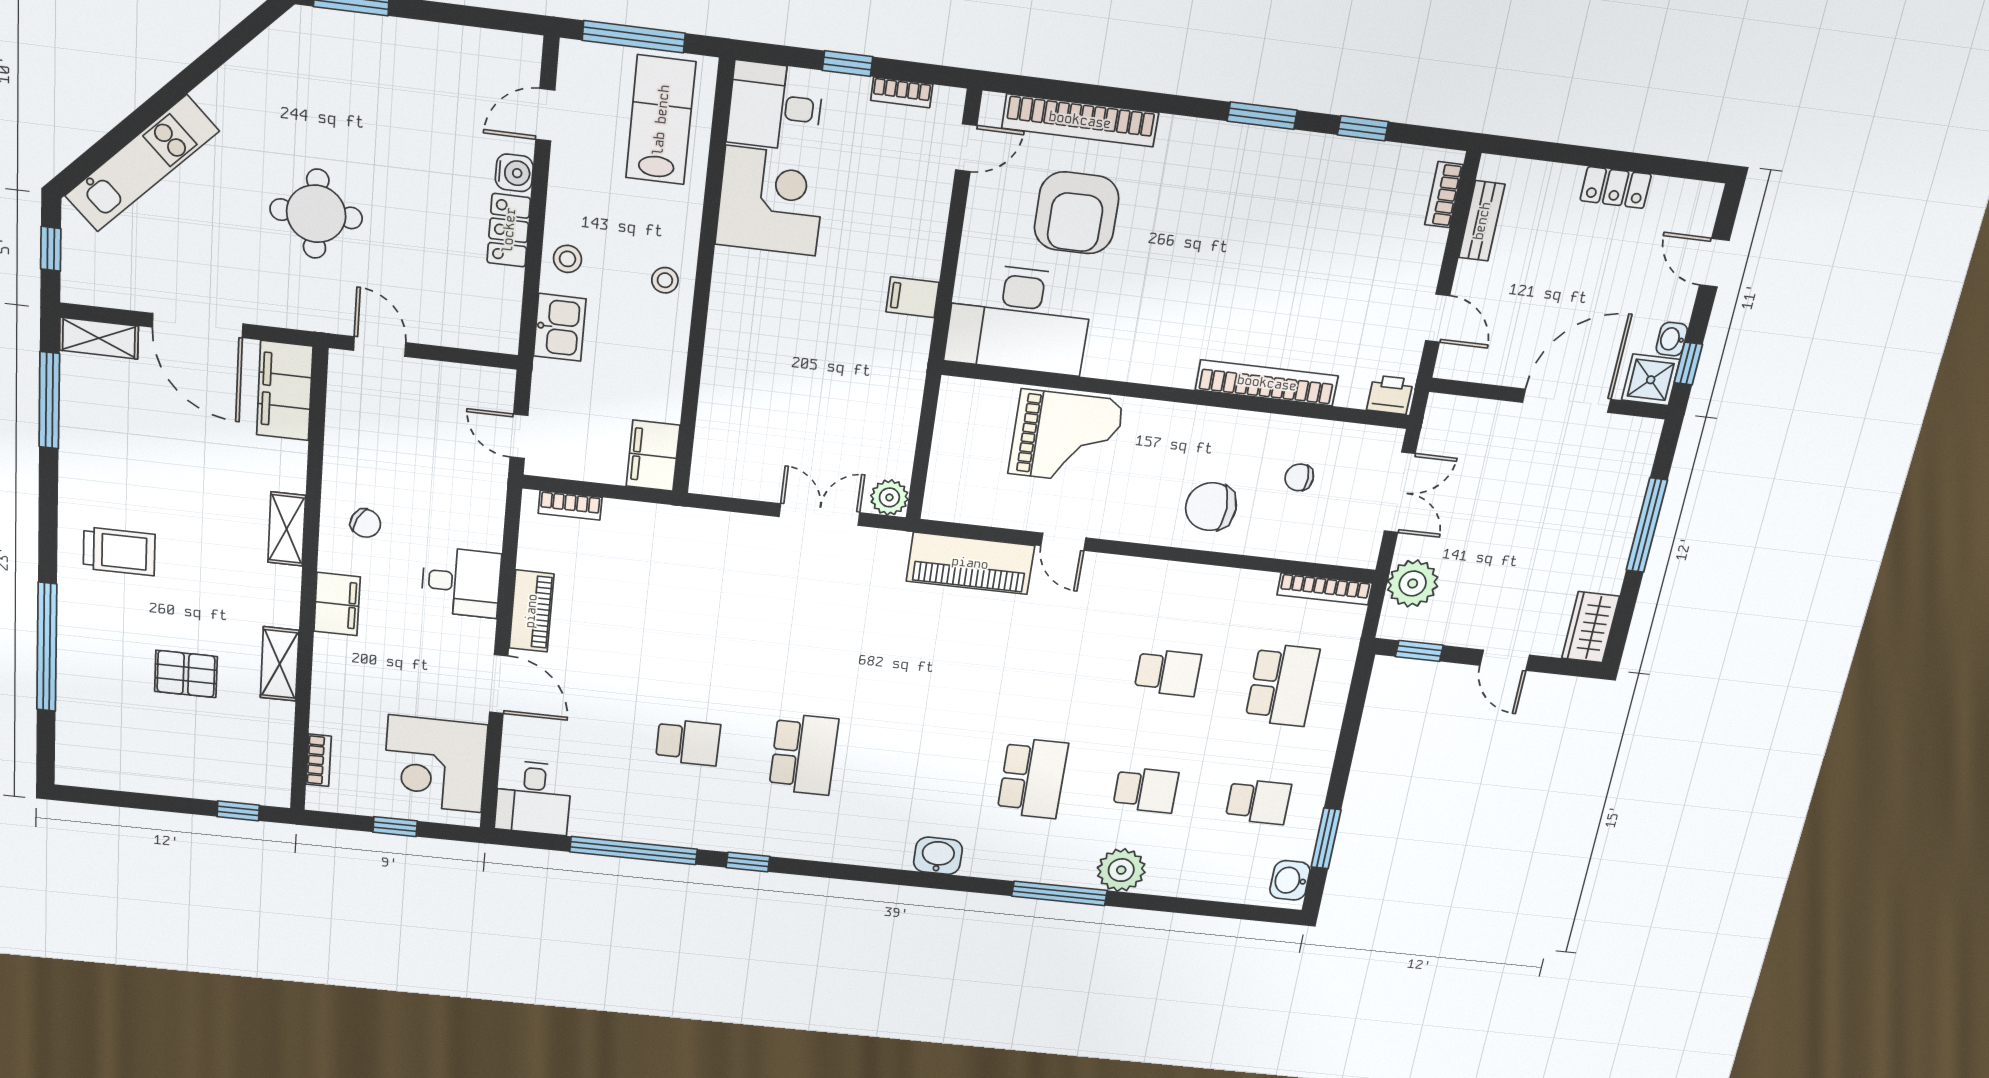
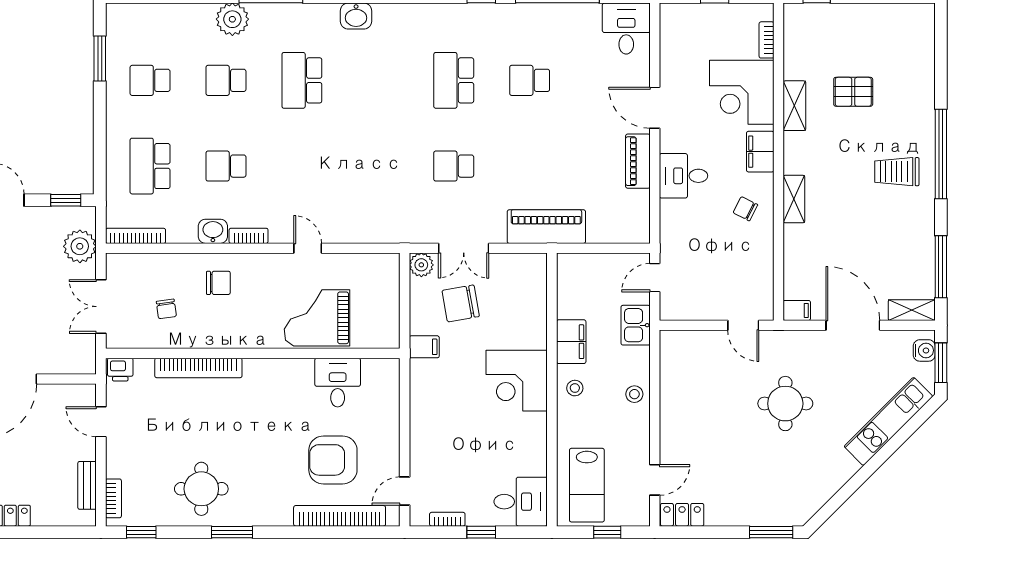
window: (634, 37) -> (607, 532), width x0.46
window: (1363, 128) -> (141, 532), moved
water cooler: (514, 173) -> (924, 350), moved, turned 180
round table: (1299, 193) -> (201, 489), added
corner desk: (771, 201) -> (517, 381), moved
armchair: (1077, 213) -> (333, 460), turned -90
locker: (509, 230) -> (682, 515), moved, turned -90
window: (51, 249) -> (941, 363), width x1.50
filing cabinet: (913, 297) -> (424, 347), moved
desk: (1019, 319) -> (338, 383), width x0.53, depth x0.77
kitchen sink: (560, 327) -> (636, 325), moved
filing cabinet: (285, 391) -> (797, 310), width x0.33, depth x0.86
chair: (835, 433) -> (461, 303), added
door: (519, 436) -> (655, 278), swing flipped
filing cabinet: (653, 456) -> (571, 342), moved
chair: (1299, 477) -> (166, 309), turned 82
bookcase: (570, 505) -> (249, 236), moved
chair: (1211, 507) -> (218, 283), width x0.73, depth x0.73
piano: (970, 563) -> (546, 227), moved
school desk: (819, 635) -> (454, 166), added
window: (47, 647) -> (941, 154), moved
corner desk: (435, 764) -> (742, 92), moved, turned 180
washbasin: (1290, 880) -> (213, 231), moved, turned -90

